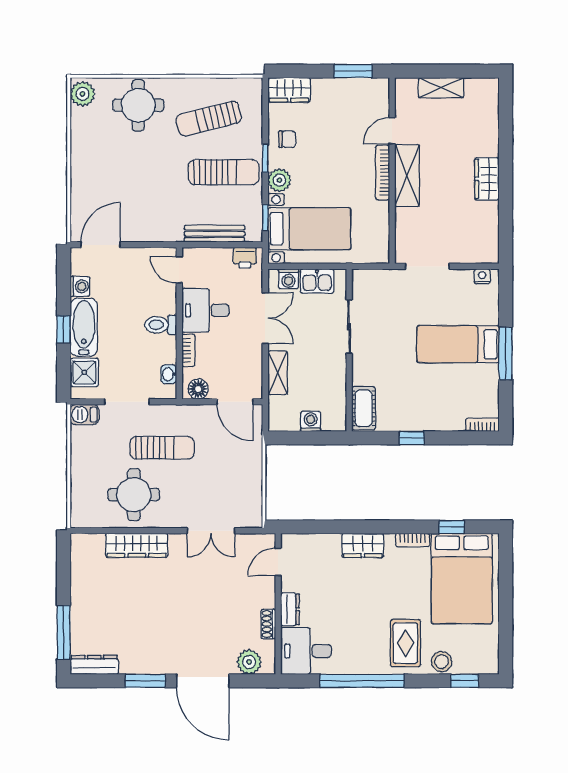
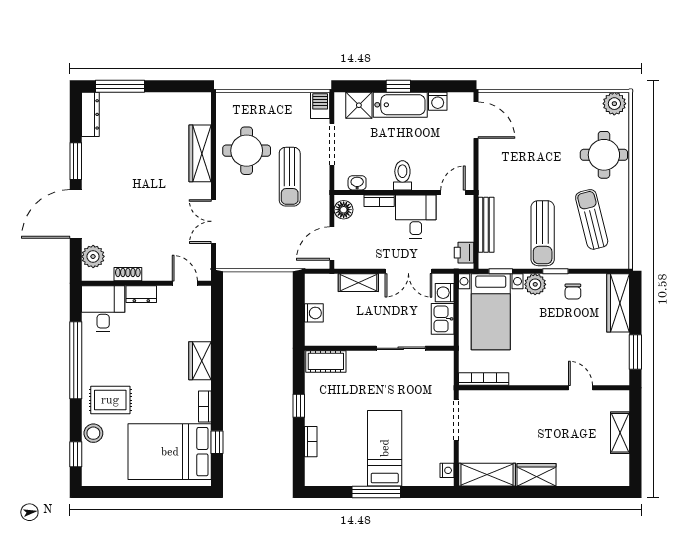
wardrobe: (289, 90) -> (618, 303), width x1.50
bookcase: (383, 172) -> (484, 379), moved
shelving: (407, 176) -> (487, 475), moved
bookcase: (482, 425) -> (311, 442), moved

